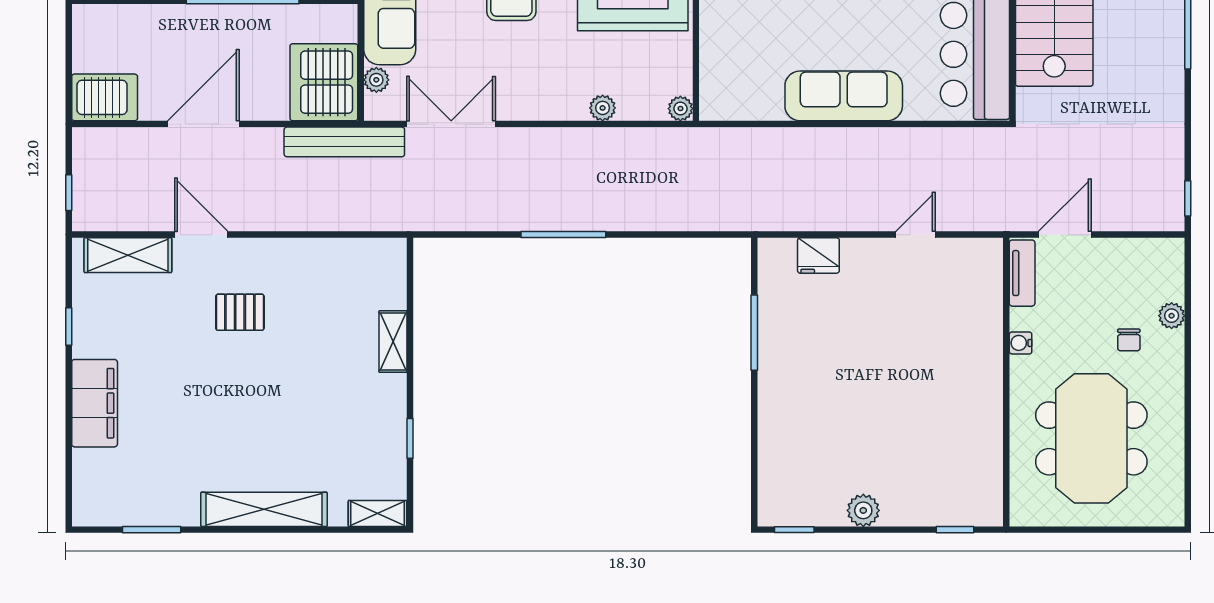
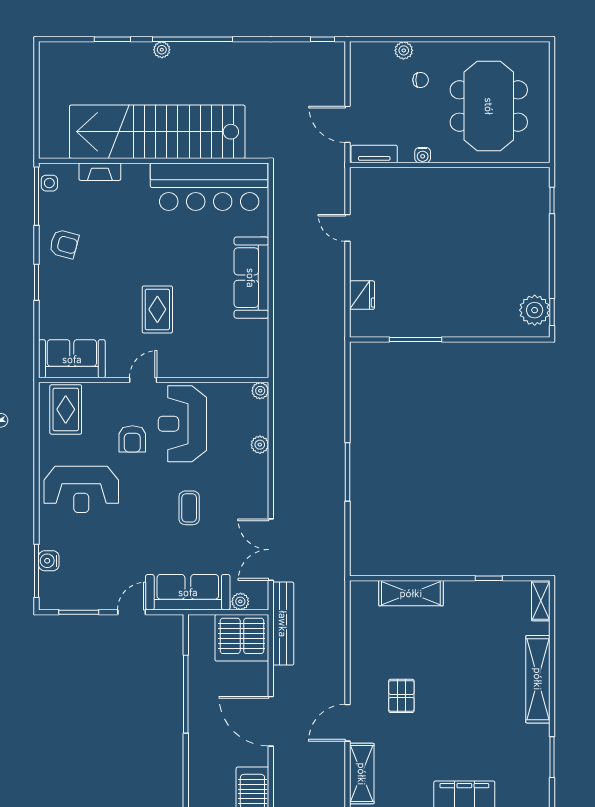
shelving: (393, 342) -> (411, 593), width x1.50, depth x1.33
meeting table: (1091, 438) -> (489, 106), turned 90
plant: (863, 510) -> (535, 310), moved, width x1.36, depth x1.36

